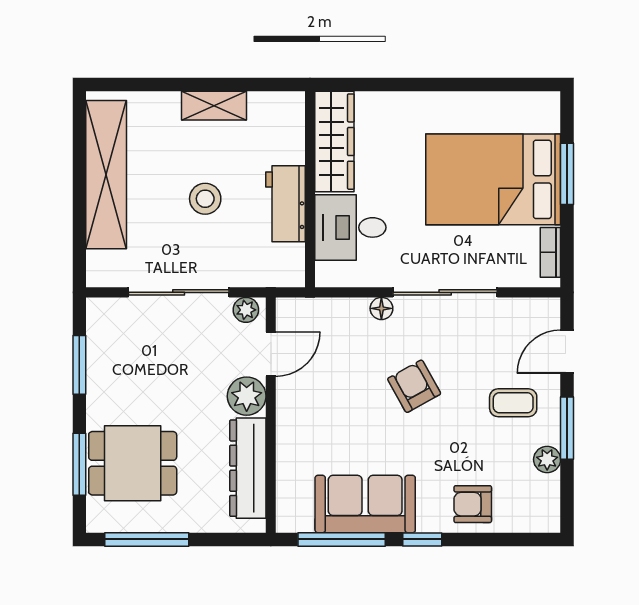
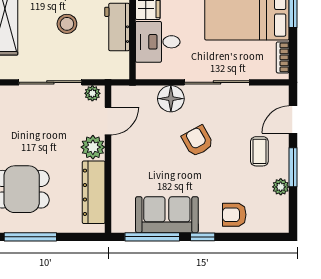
floor lamp: (381, 308) -> (171, 99), width x1.89, depth x1.89
coffee table: (513, 403) -> (259, 151), turned 90

